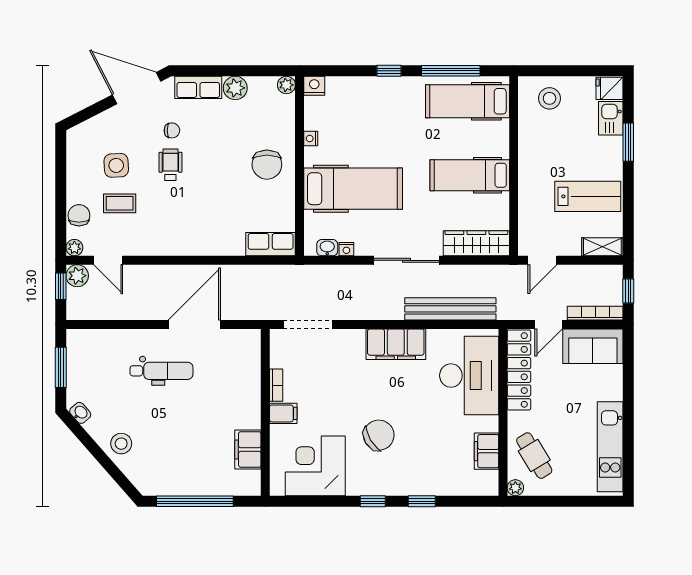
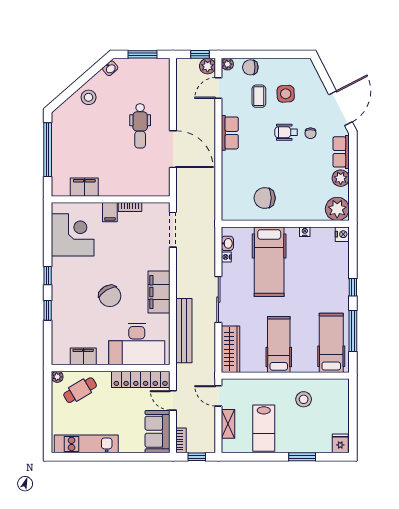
plant: (286, 85) -> (337, 209), width x1.88, depth x1.88
stool: (550, 98) -> (304, 399), moved
kitchen sink: (611, 118) -> (319, 444), removed
wheelchair: (170, 165) -> (286, 132), turned 180
chair: (267, 165) -> (265, 198), moved
chair: (79, 215) -> (250, 67), turned 180
row of seats: (271, 244) -> (230, 133), moved
shelving: (602, 247) -> (228, 424), moved
bookcase: (595, 313) -> (181, 440), width x0.64
chair: (379, 435) -> (110, 296), moved

